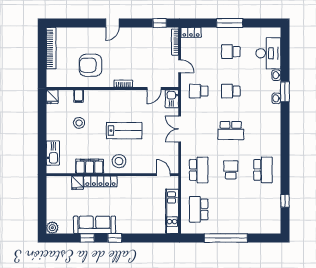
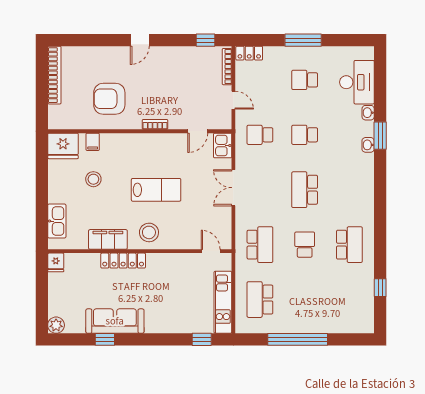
fridge: (52, 97) -> (63, 146), width x1.88, depth x1.34
school desk: (231, 130) -> (305, 190), turned 90
fridge: (77, 183) -> (56, 262), moved
window: (115, 238) -> (202, 339), moved

